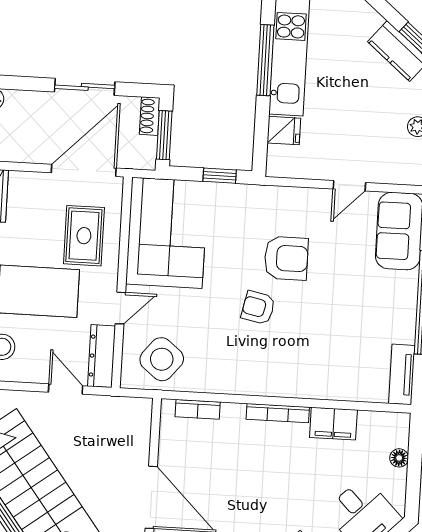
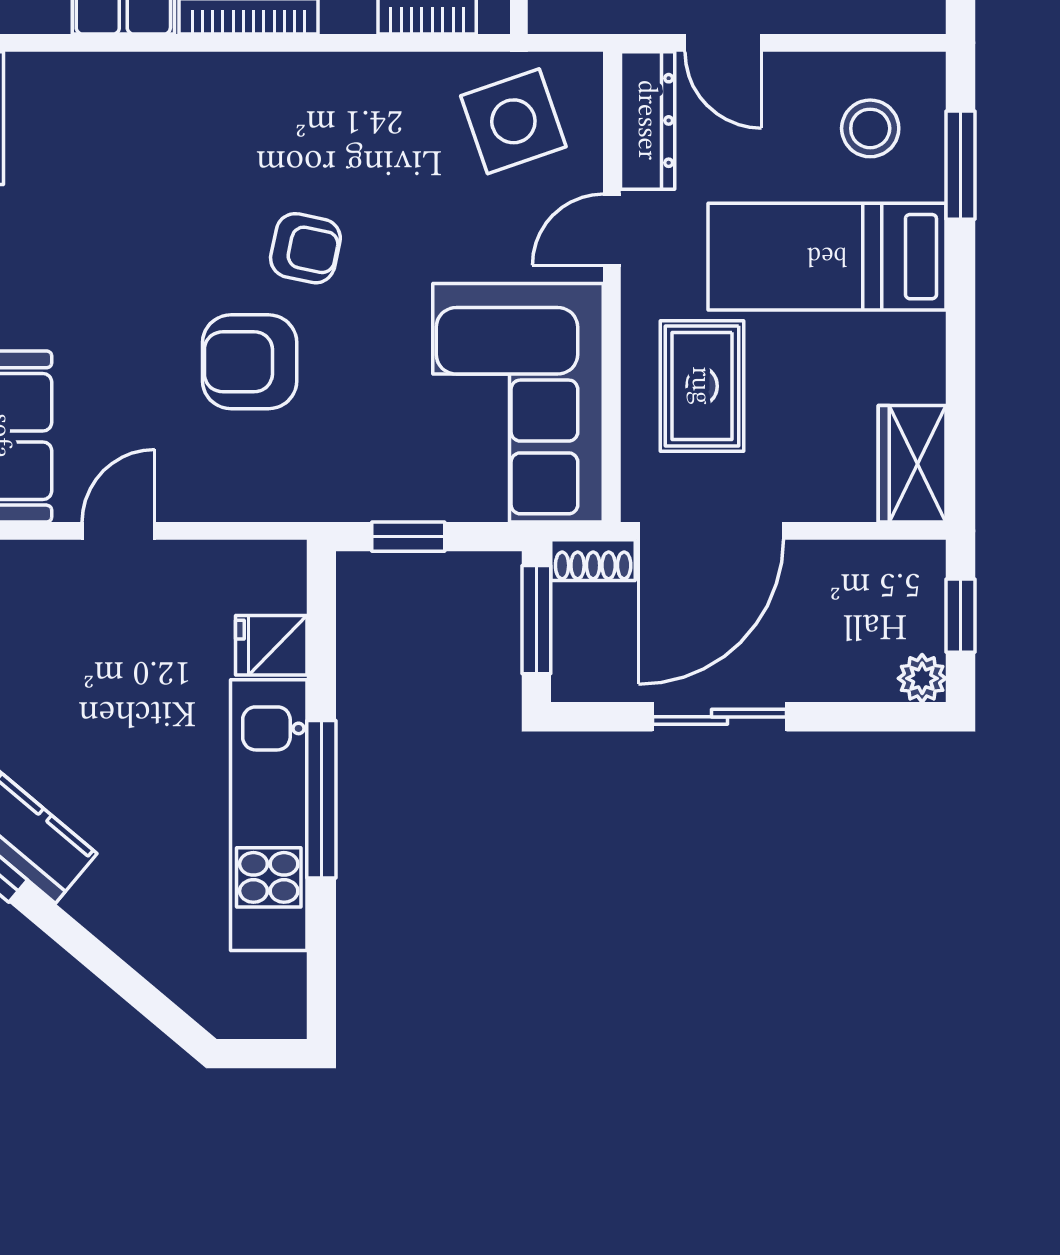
shoe rack: (150, 116) -> (593, 560), moved, turned 90
side table: (162, 359) -> (513, 121), turned 32

